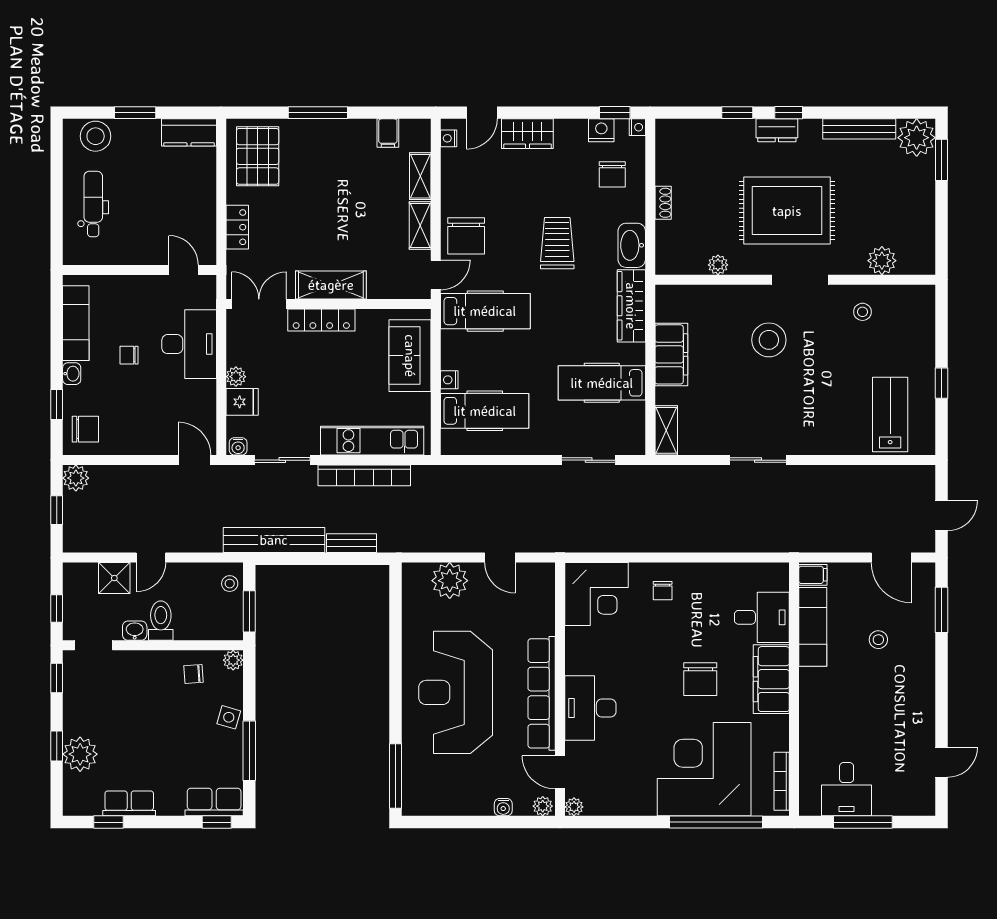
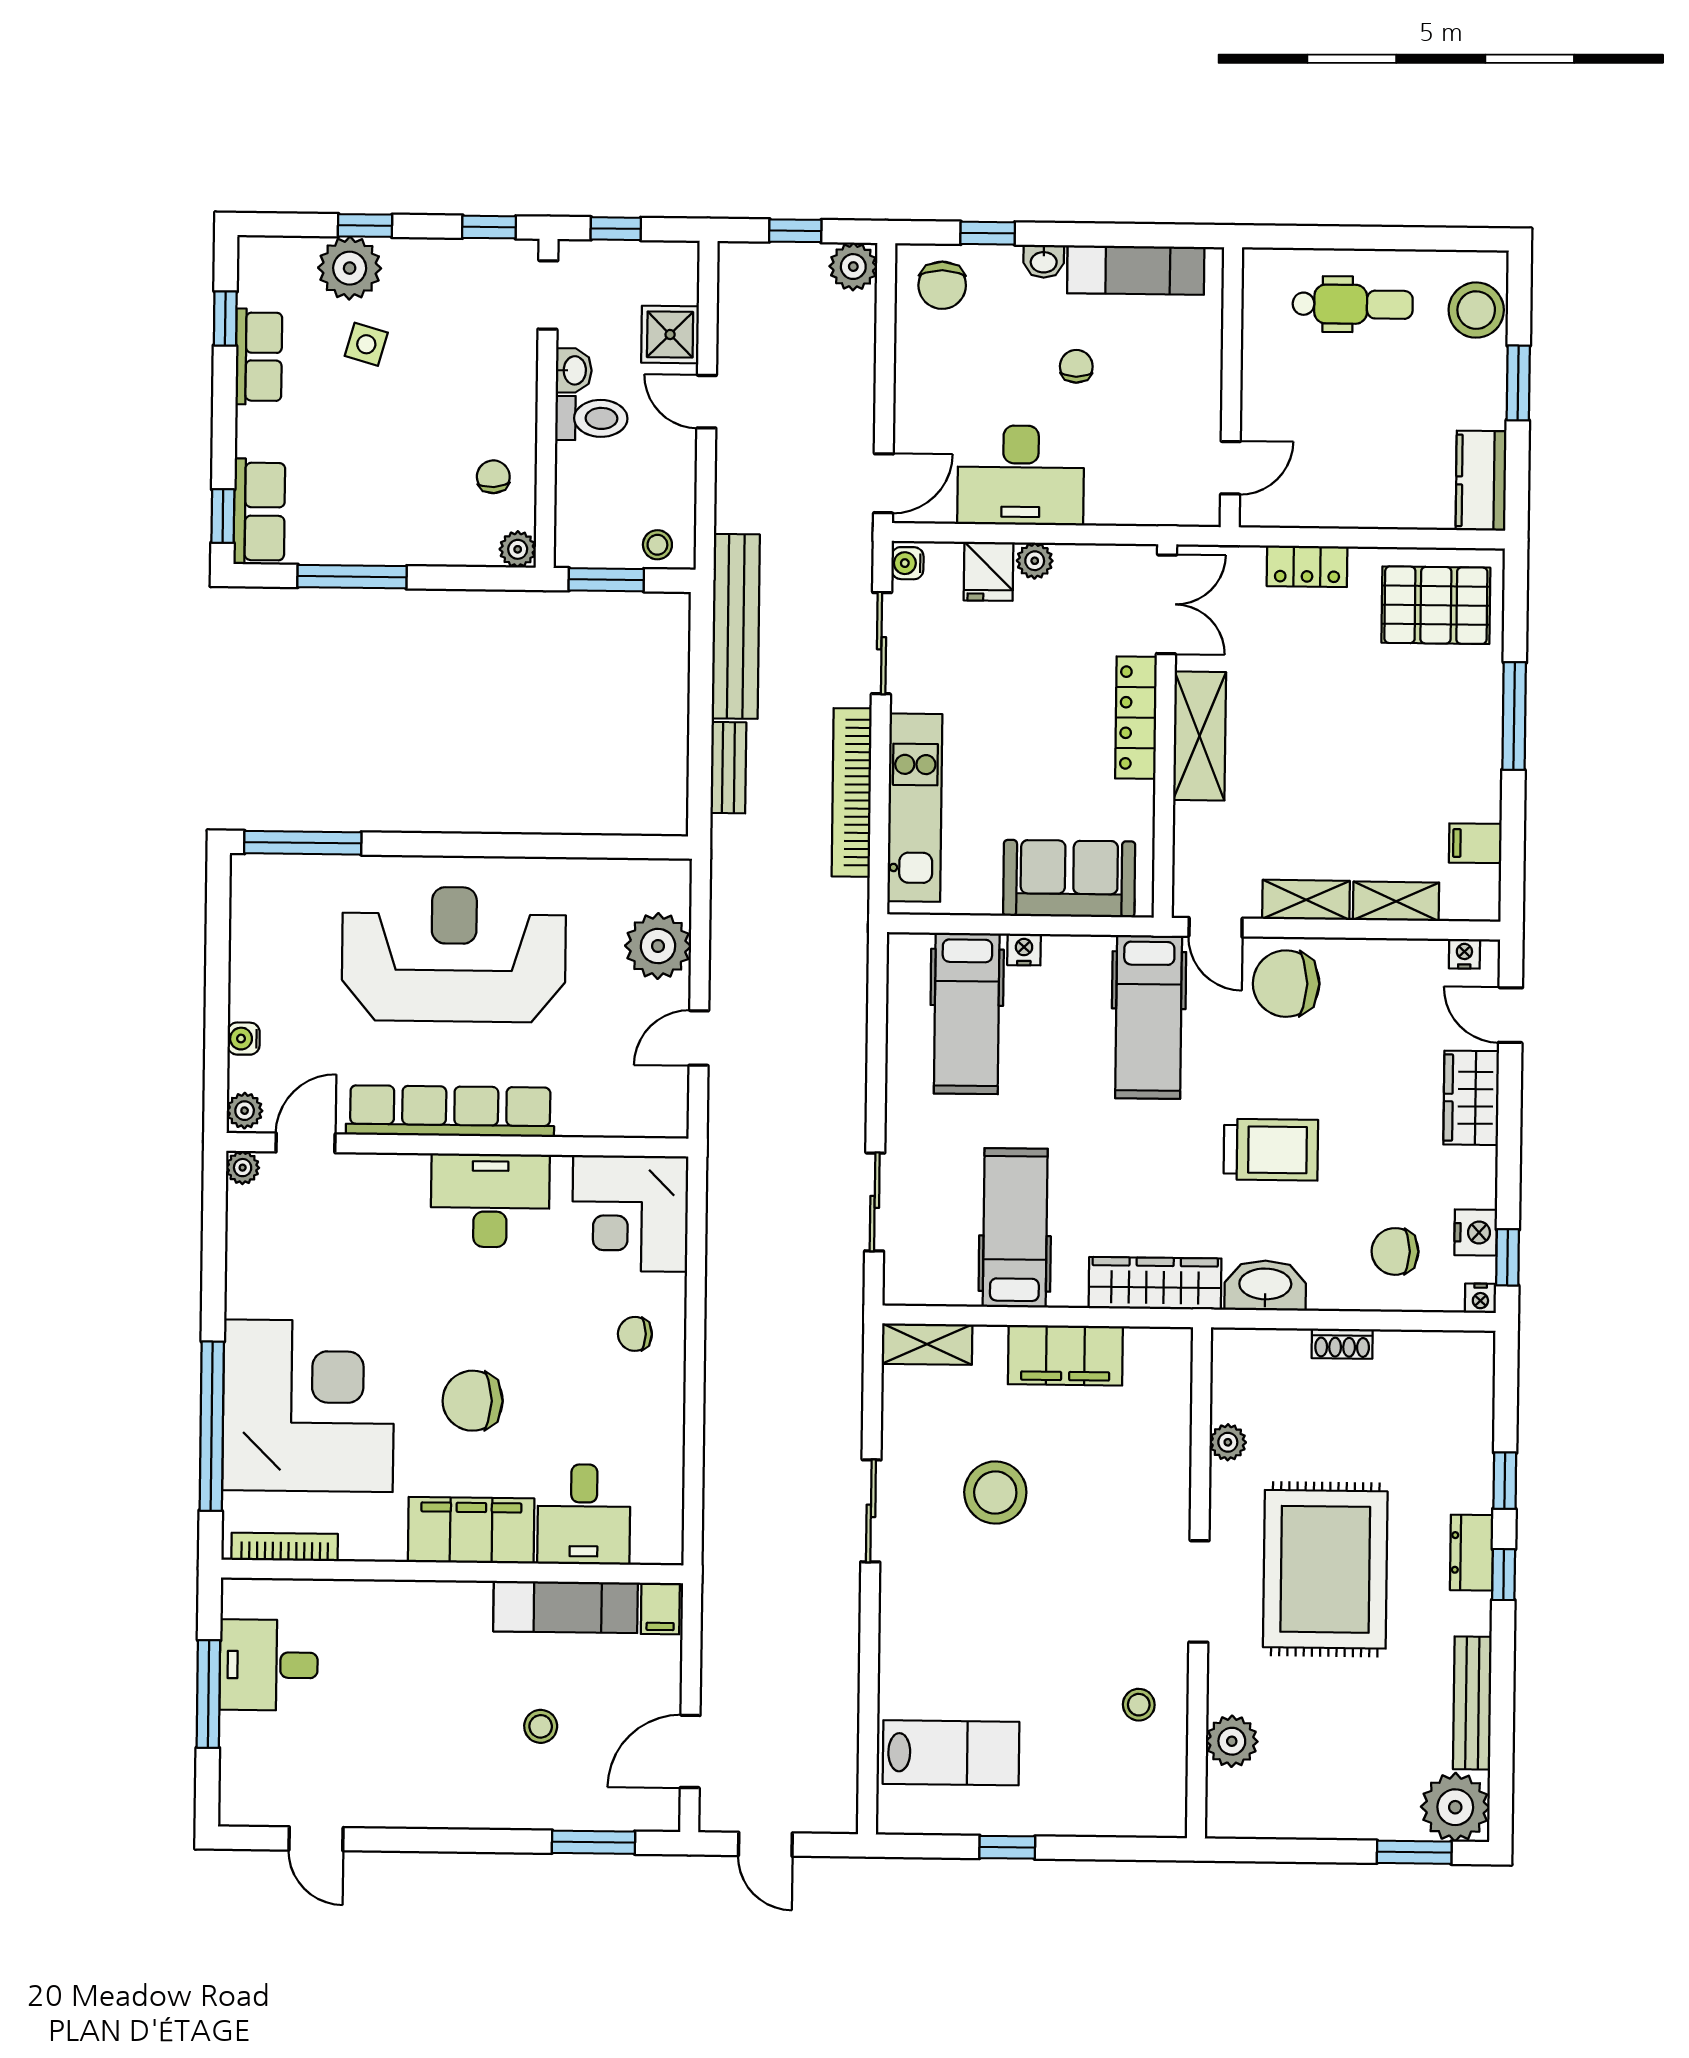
stool: (769, 340) -> (995, 1492), moved
desk: (189, 344) -> (1021, 475), moved
desk: (590, 708) -> (490, 1200), moved
side table: (229, 717) -> (366, 344), moved

